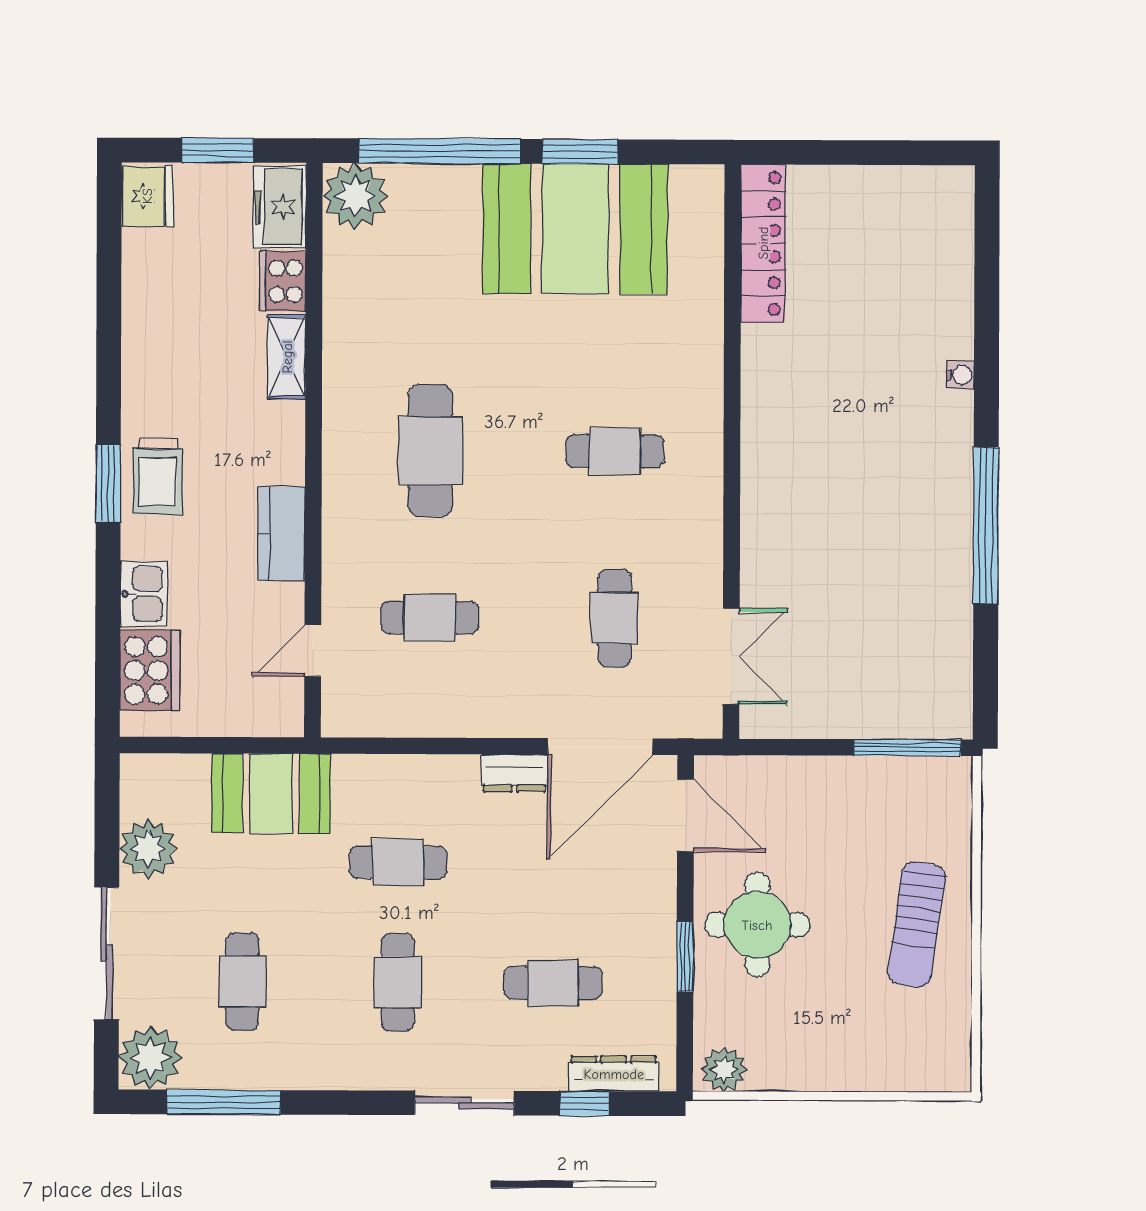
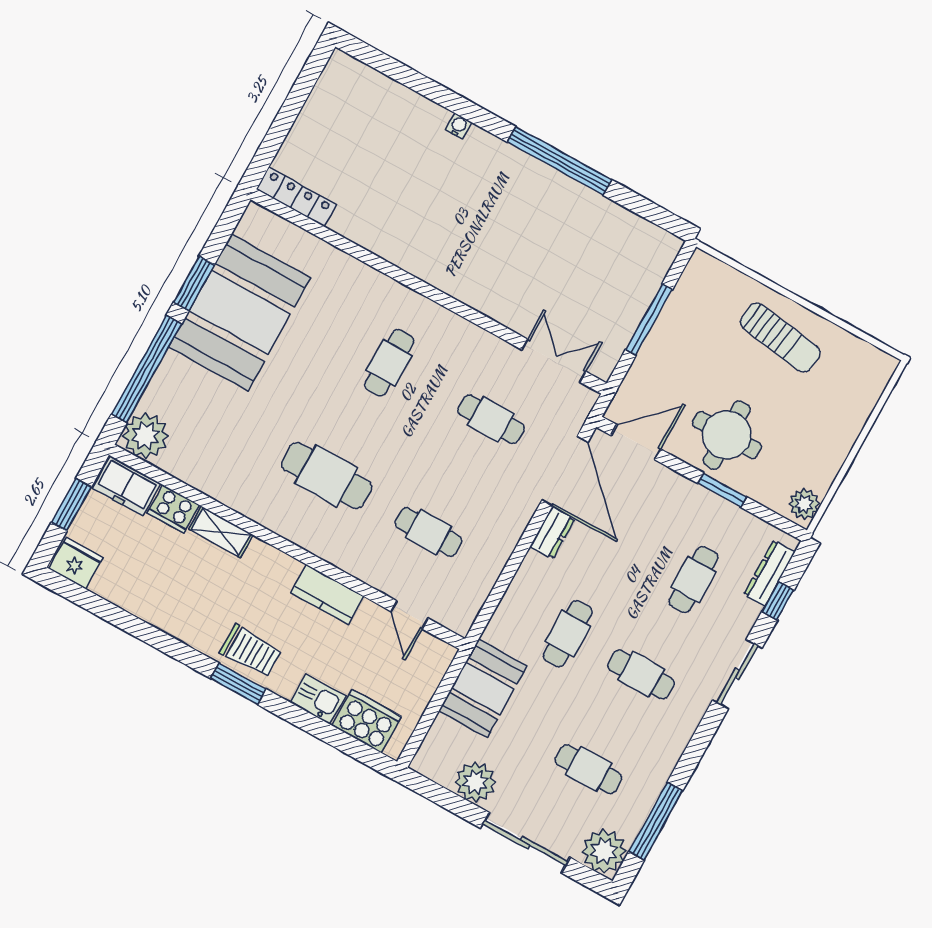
locker: (763, 243) -> (296, 197), width x0.71, depth x0.83
cafe table: (430, 617) -> (428, 532), turned 90
window: (907, 748) -> (649, 320), moved

